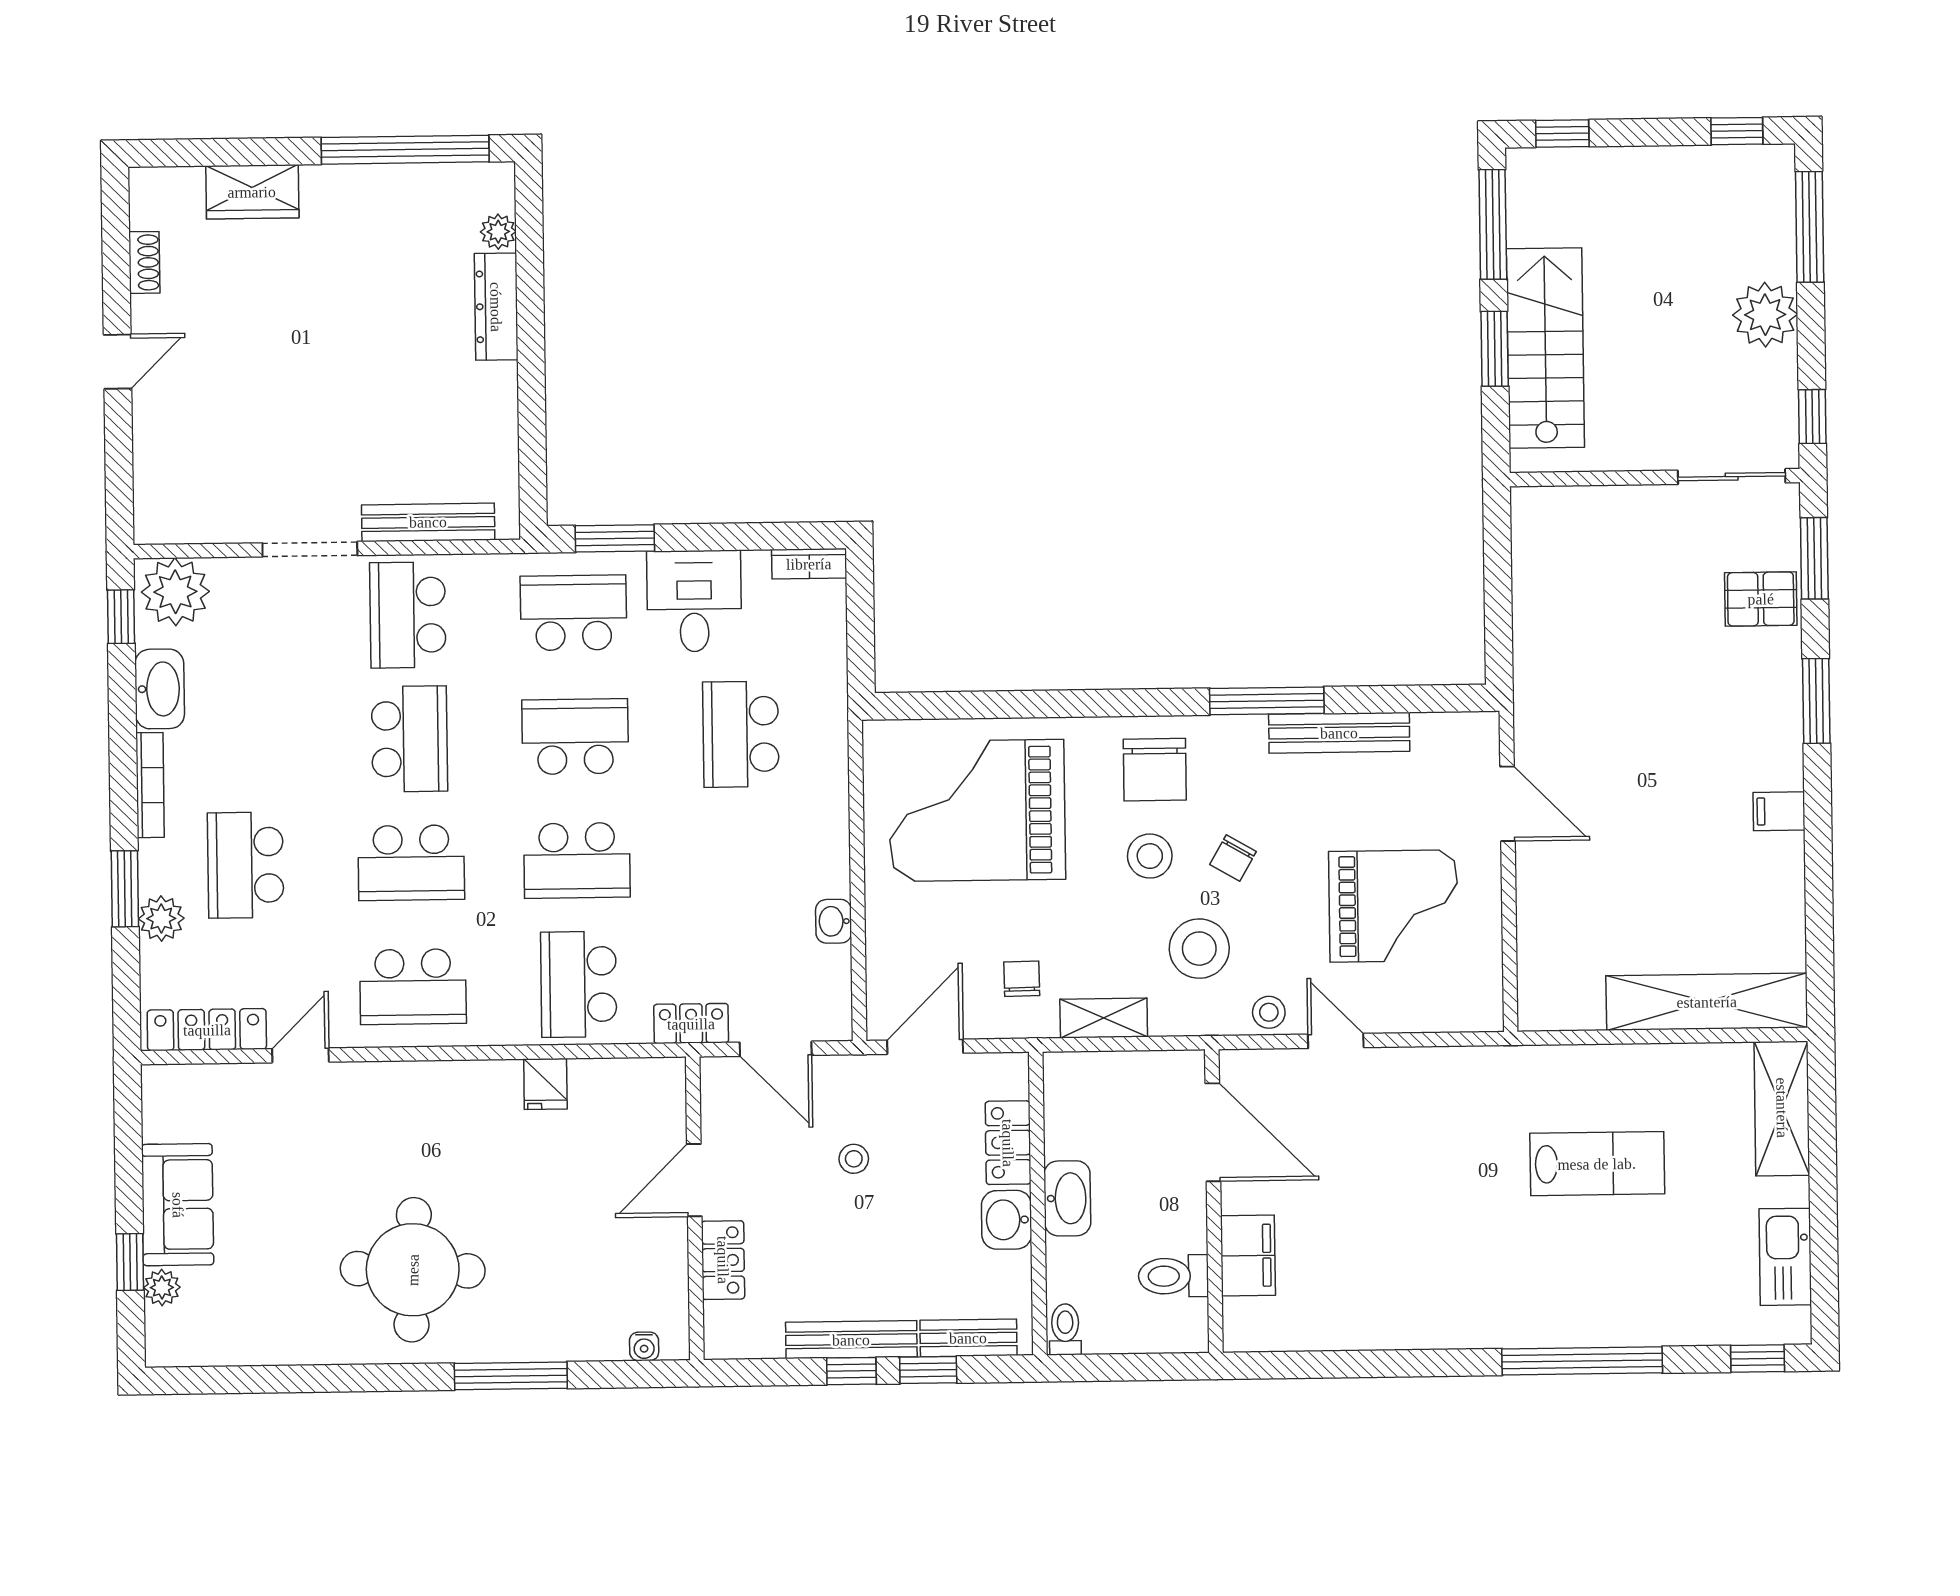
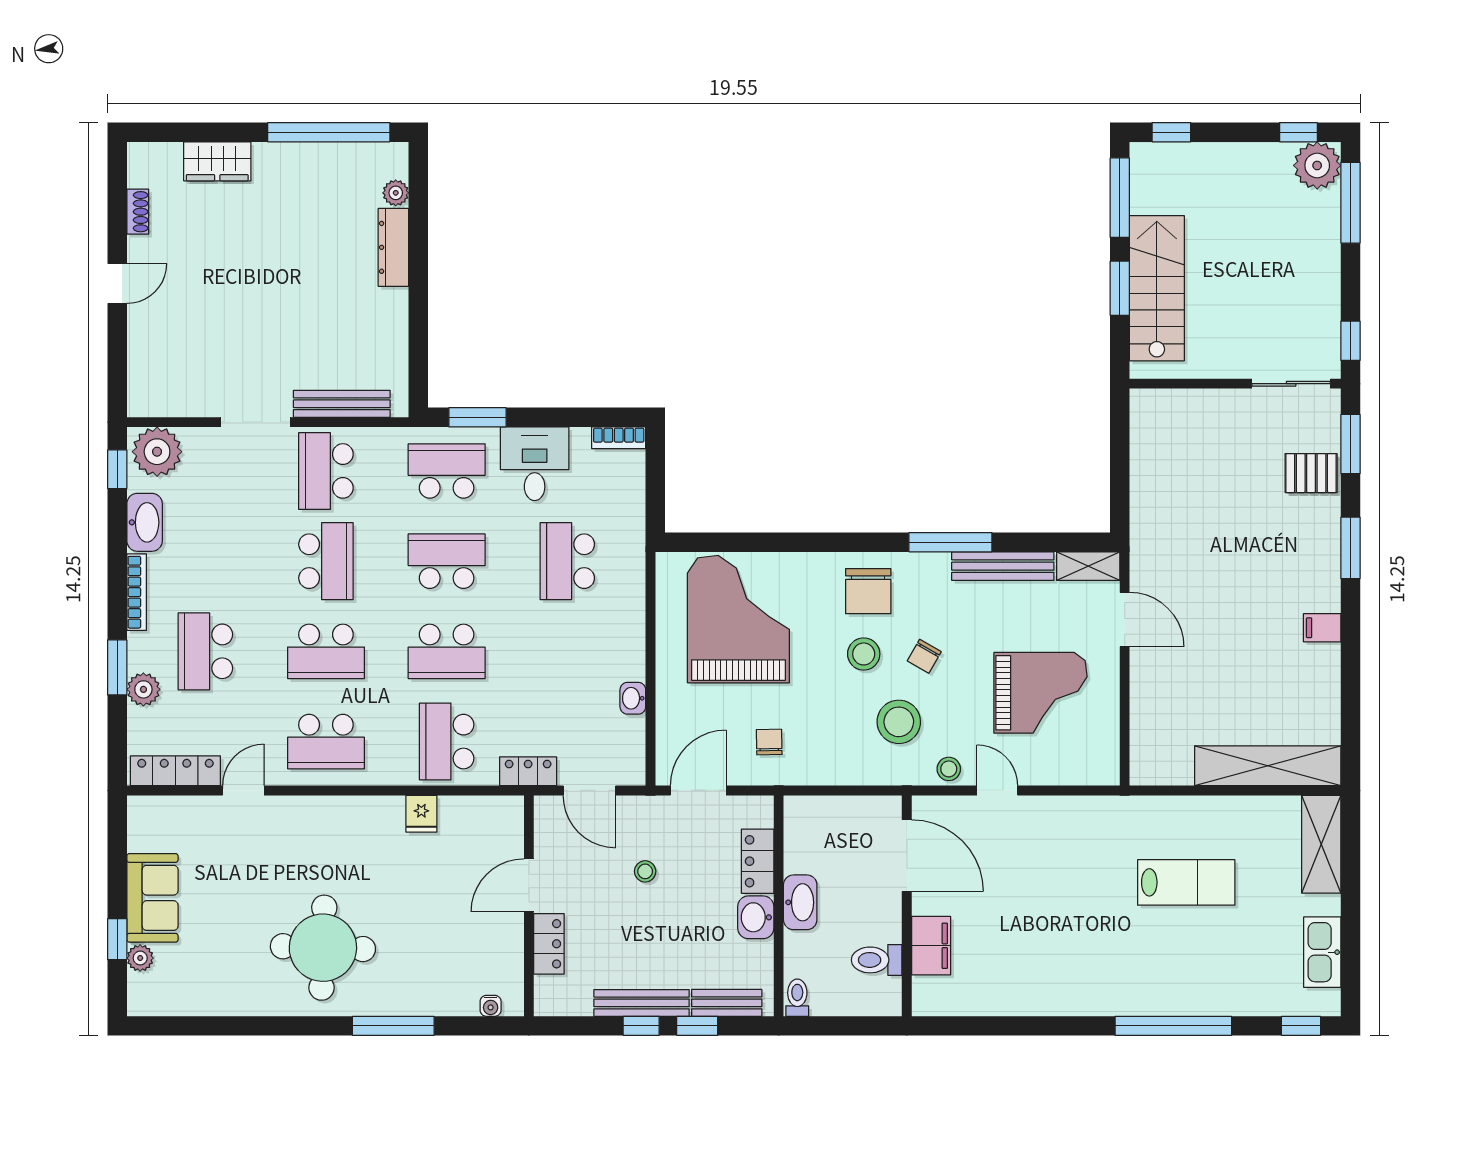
plant: (1765, 315) -> (1317, 165), moved
grand piano: (977, 810) -> (738, 619), turned 90
shelving: (1104, 1018) -> (1088, 566), moved

